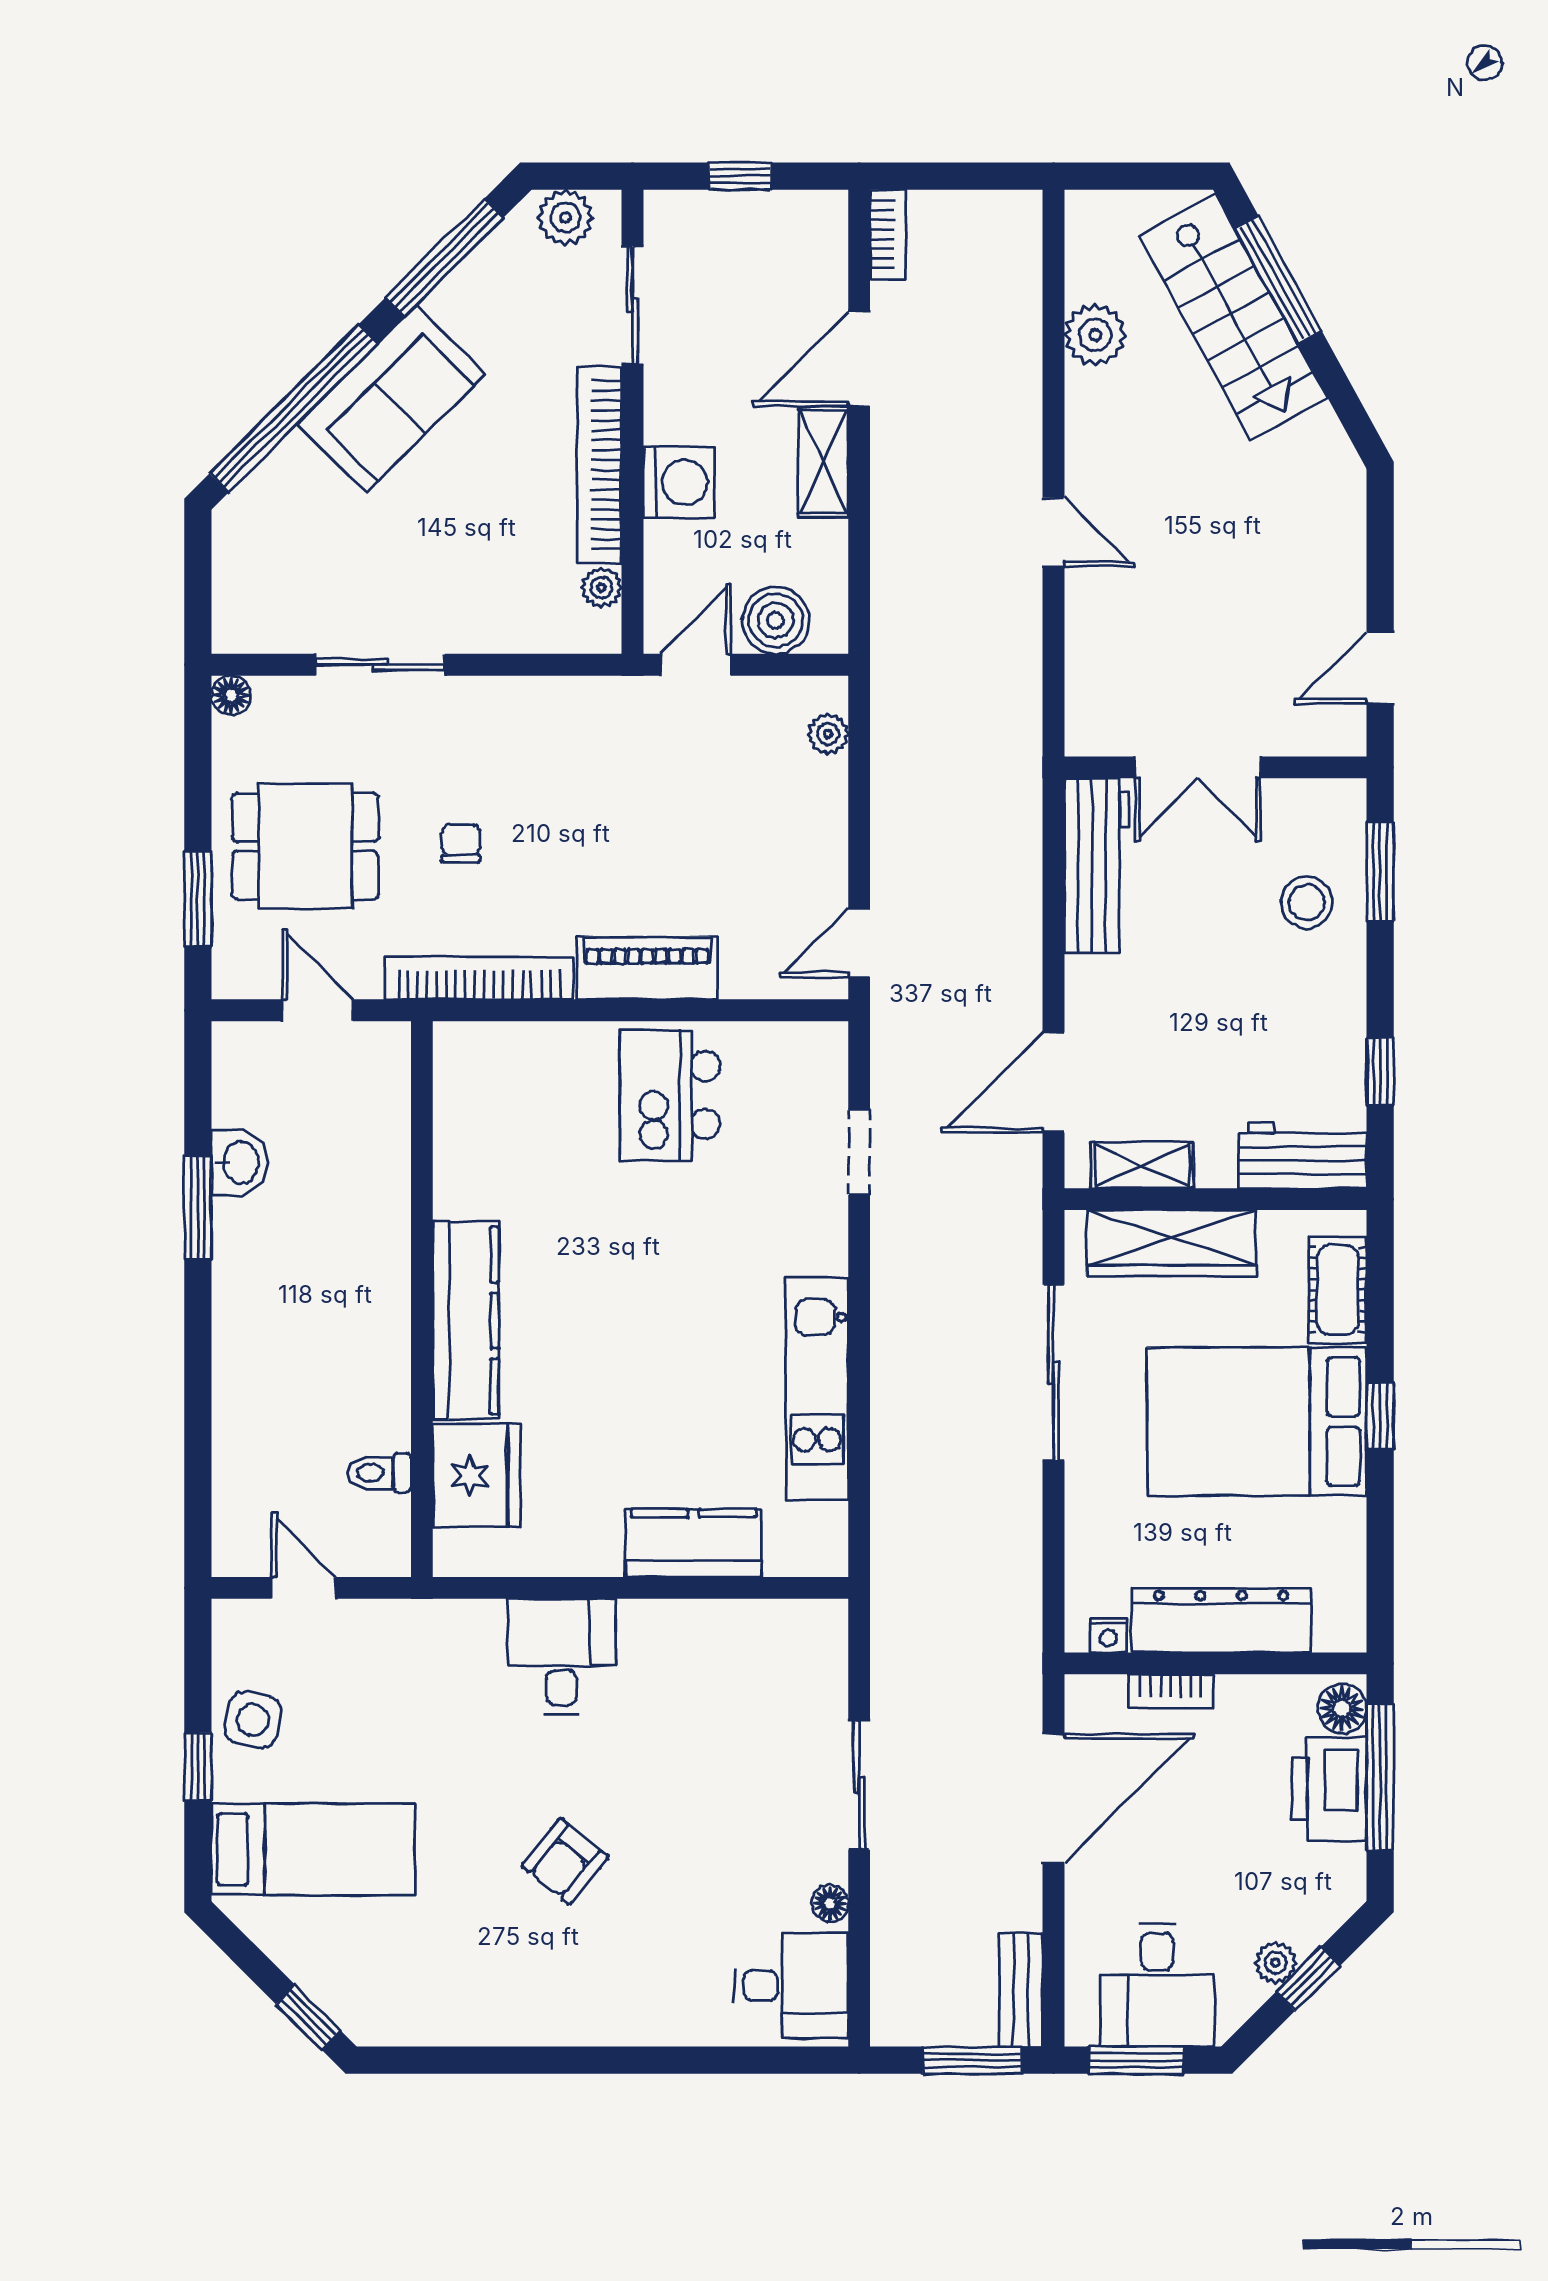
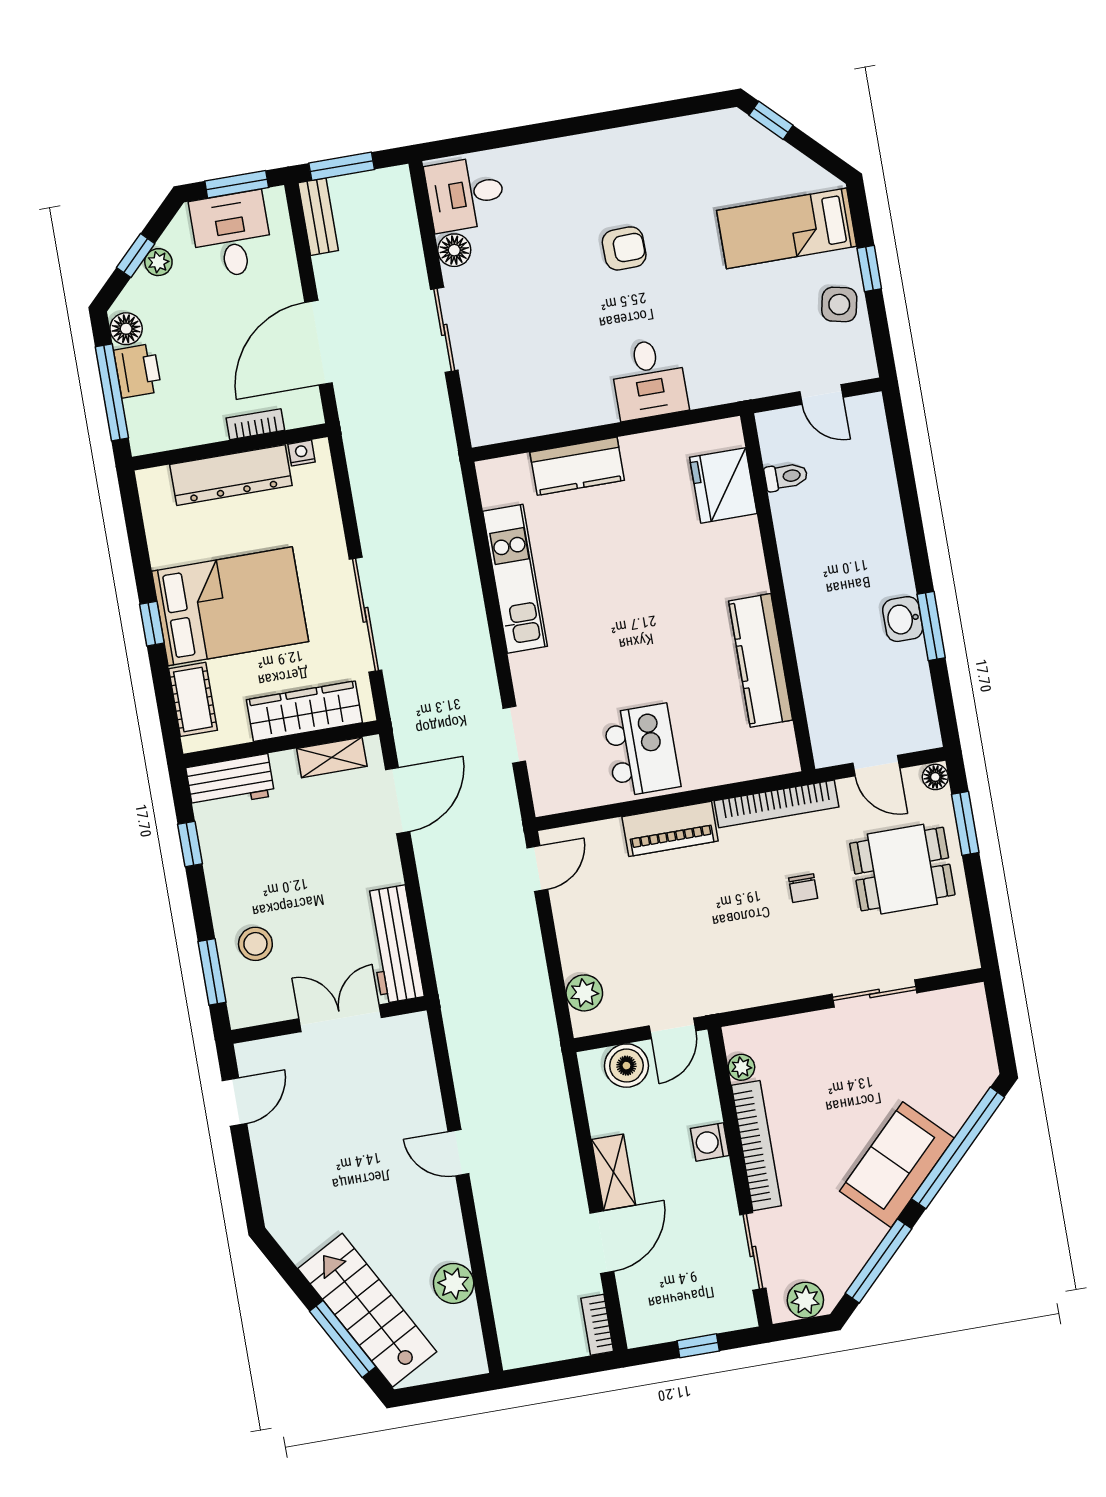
washing machine: (679, 482) -> (710, 1142), width x0.73, depth x0.73
floor lamp: (231, 695) -> (935, 777), moved
plant: (828, 734) -> (584, 993), width x1.38, depth x1.38
washbasin: (239, 1163) -> (903, 619), moved
kitchen counter: (466, 1321) -> (761, 660), moved
floor lamp: (1342, 1708) -> (126, 329), moved
printer: (1329, 1789) -> (138, 371), width x0.73, depth x0.84
armchair: (565, 1861) -> (624, 248), turned 50
floor lamp: (830, 1903) -> (454, 250), width x1.37, depth x1.37

